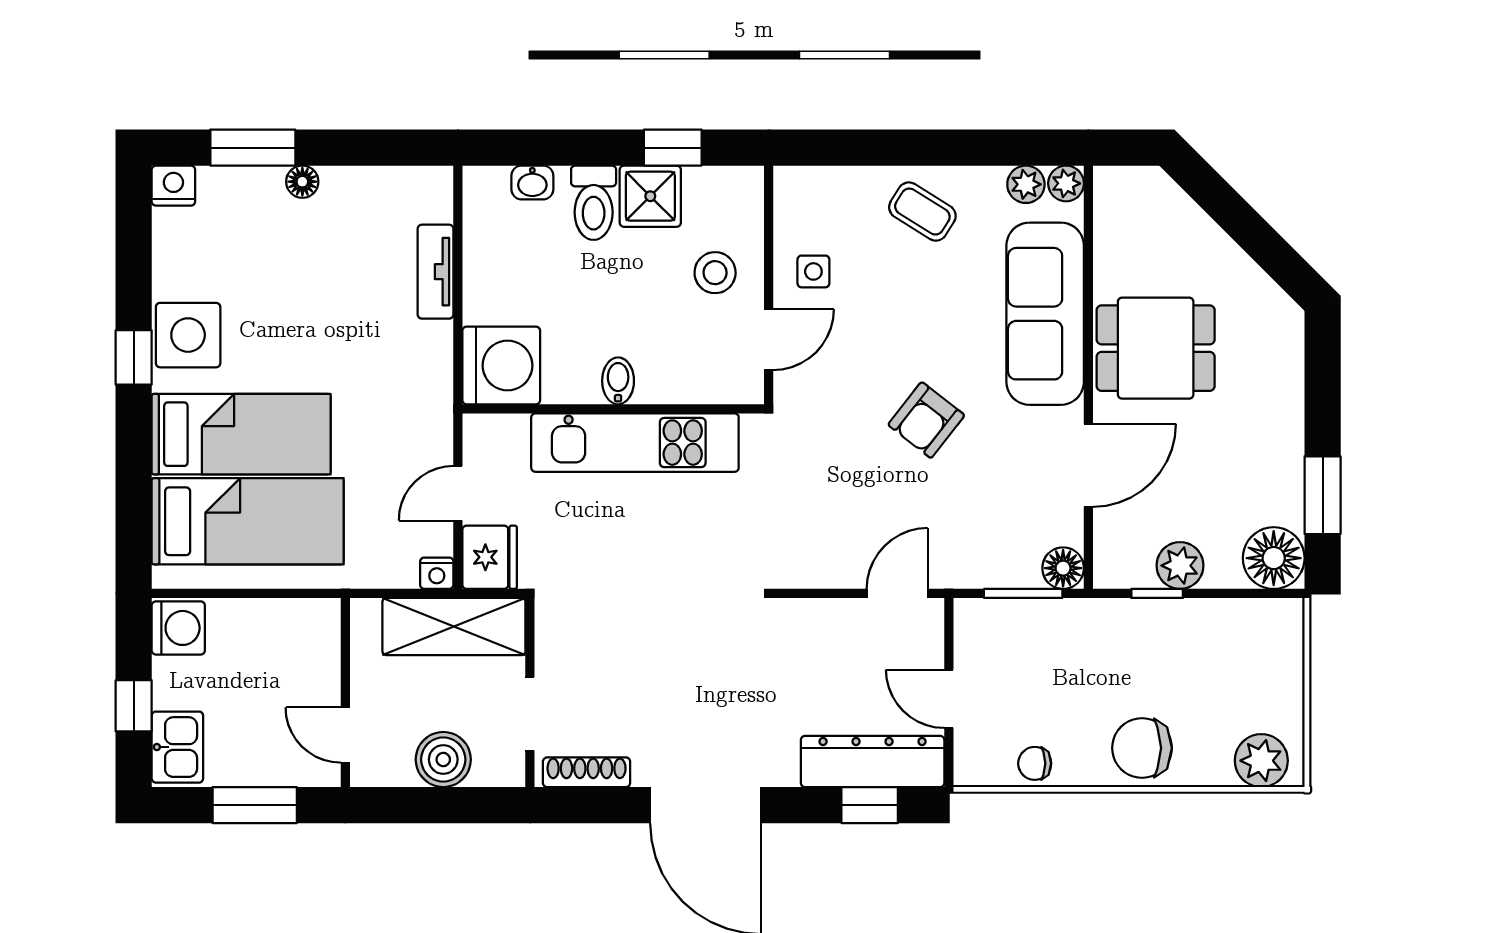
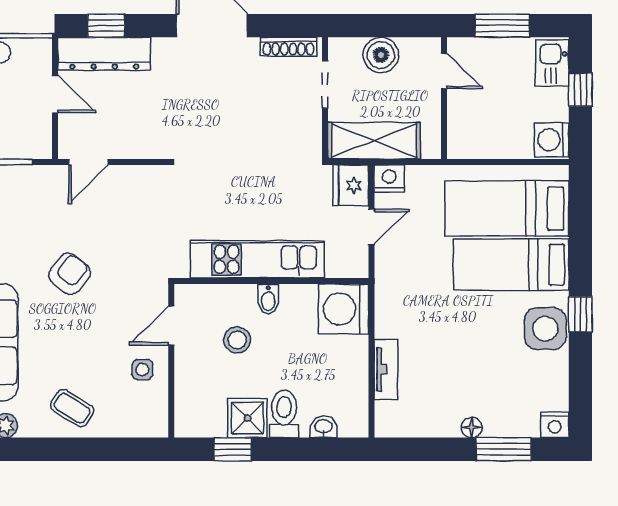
stool: (715, 273) -> (237, 340), moved
nightstand: (437, 573) -> (389, 179), width x1.39, depth x1.35

